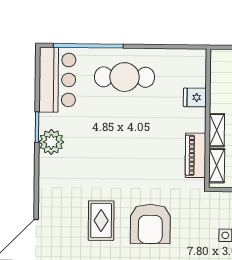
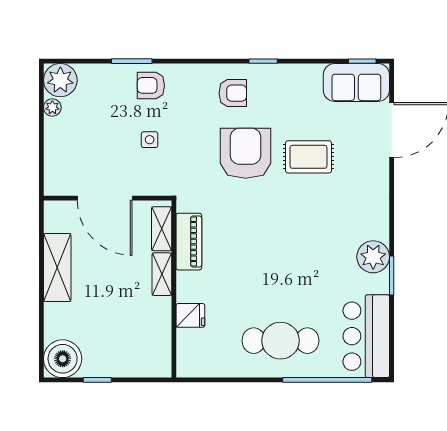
rug: (101, 221) -> (308, 157), turned 90

